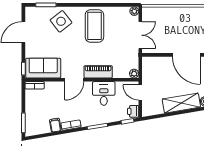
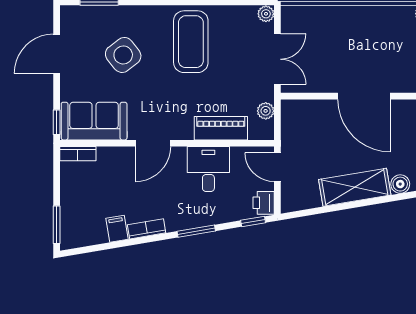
side table: (61, 21) -> (123, 55), moved
piano: (98, 72) -> (221, 128), moved
plant: (134, 74) -> (266, 111), moved

